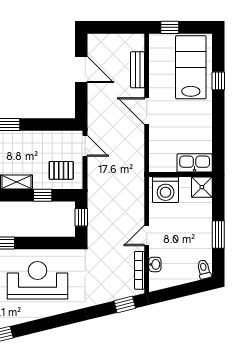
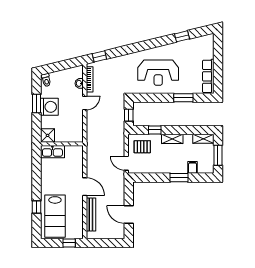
bench: (137, 70) -> (91, 214), width x1.36
washing machine: (166, 190) -> (49, 107), moved, turned 90

